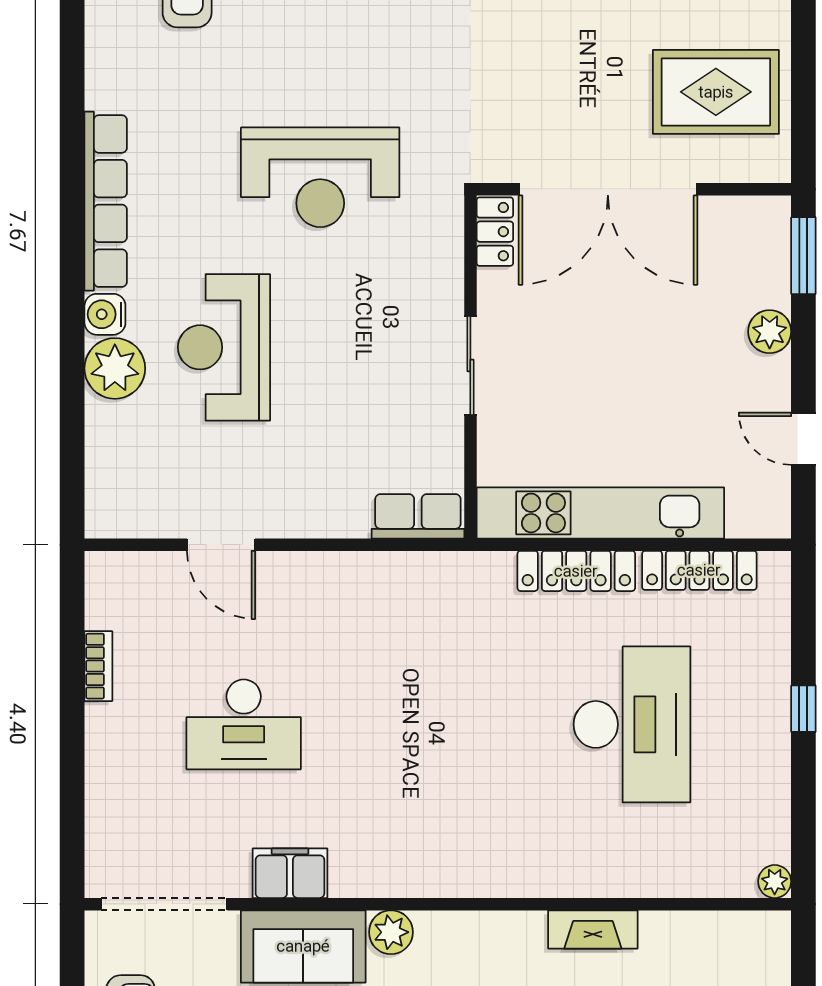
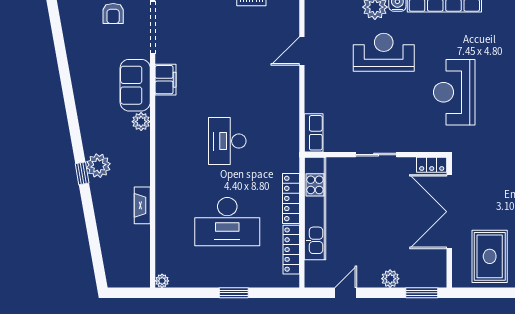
window: (803, 709) -> (234, 293), width x1.50
desk: (244, 724) -> (227, 141), moved

